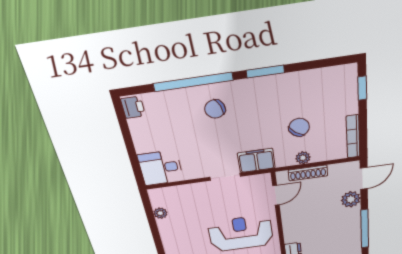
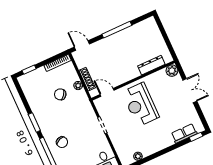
filing cabinet: (256, 160) -> (87, 111), removed
plant: (351, 199) -> (98, 47), removed

